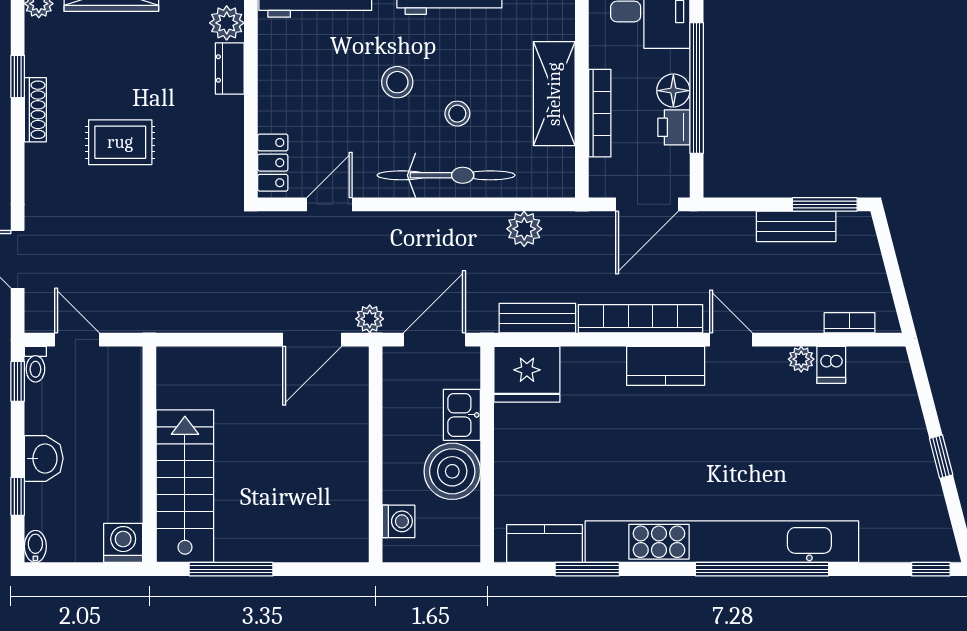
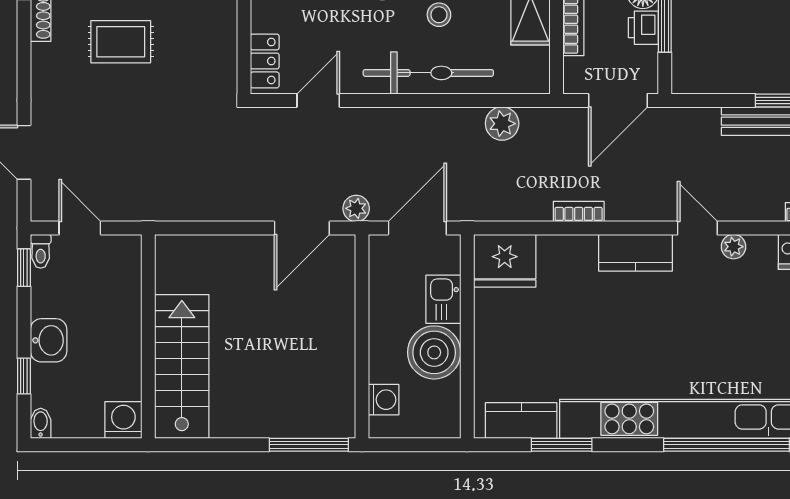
bench: (537, 318) -> (515, 208), removed
bookcase: (641, 319) -> (579, 212), width x0.43, depth x0.76
plant: (801, 359) -> (734, 247), moved
window: (231, 569) -> (309, 445), moved

